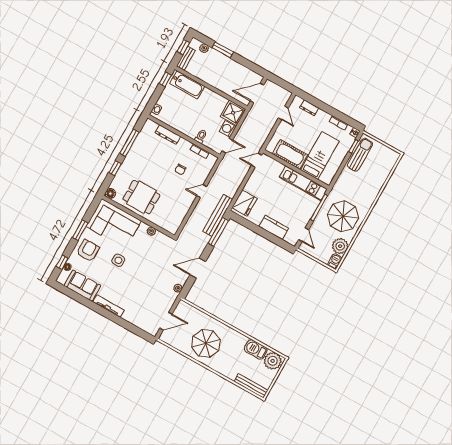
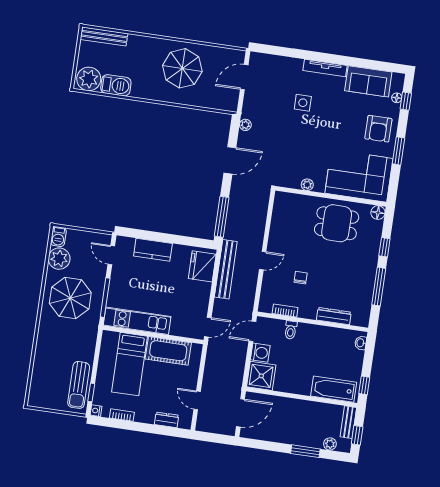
bench: (218, 215) -> (226, 269), moved
side table: (118, 260) -> (303, 103), moved

